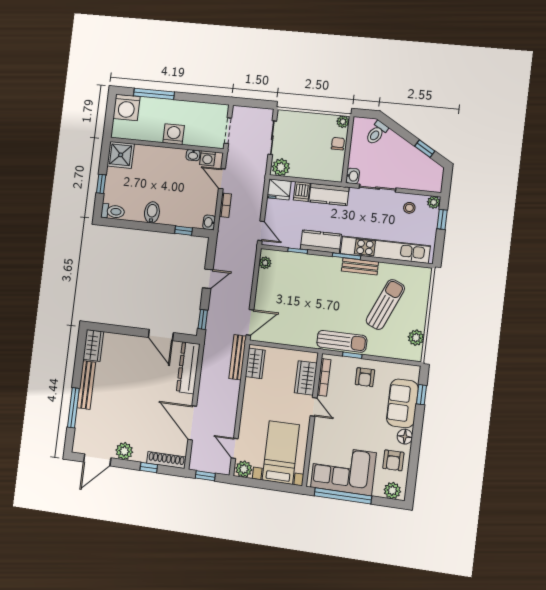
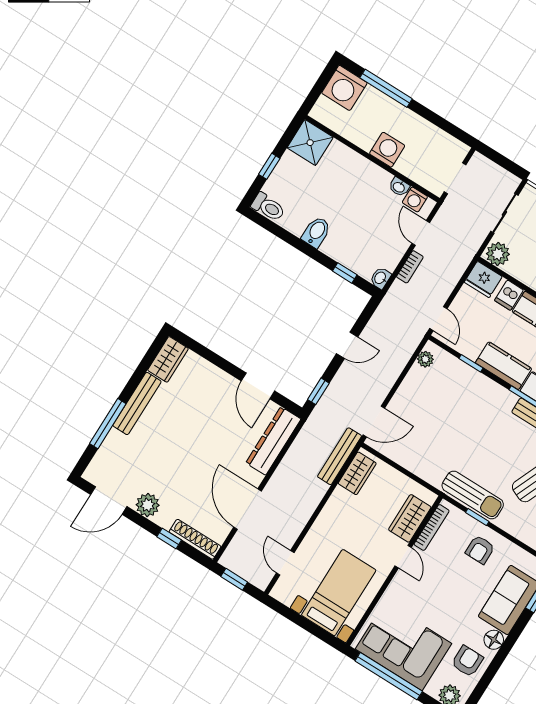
armchair: (393, 460) -> (467, 661), turned 180
plant: (244, 469) -> (285, 592), removed

